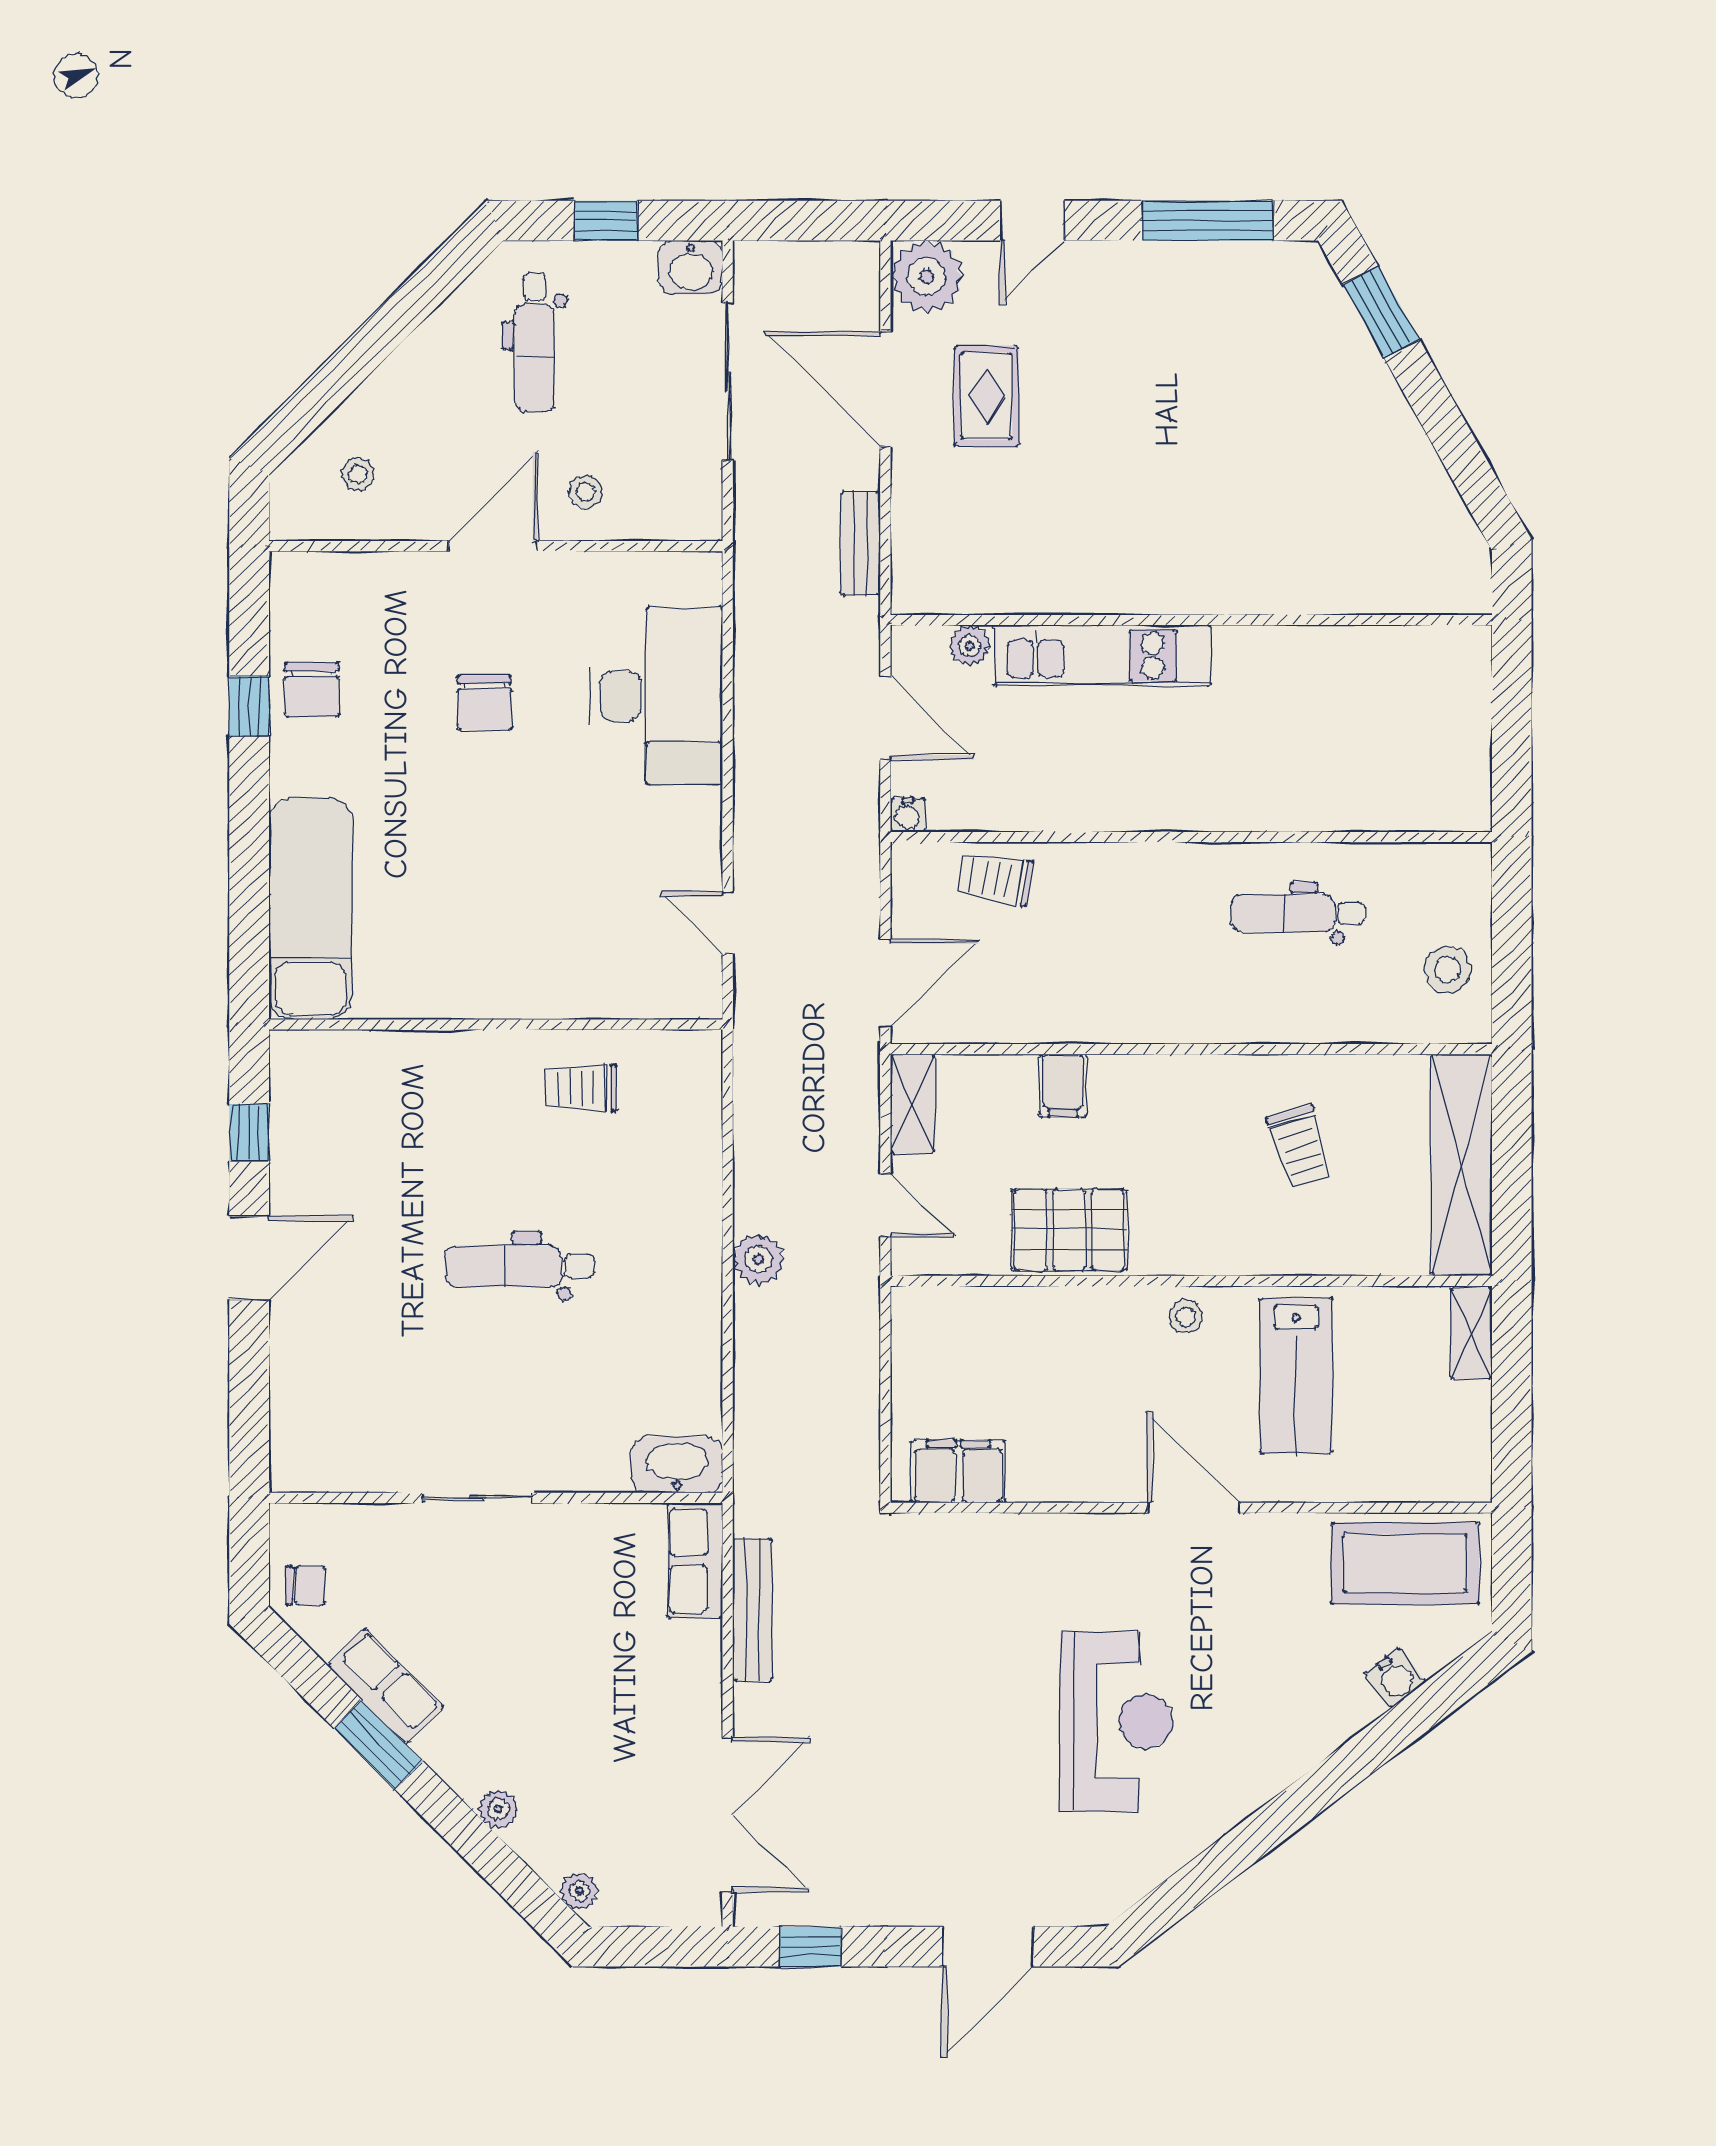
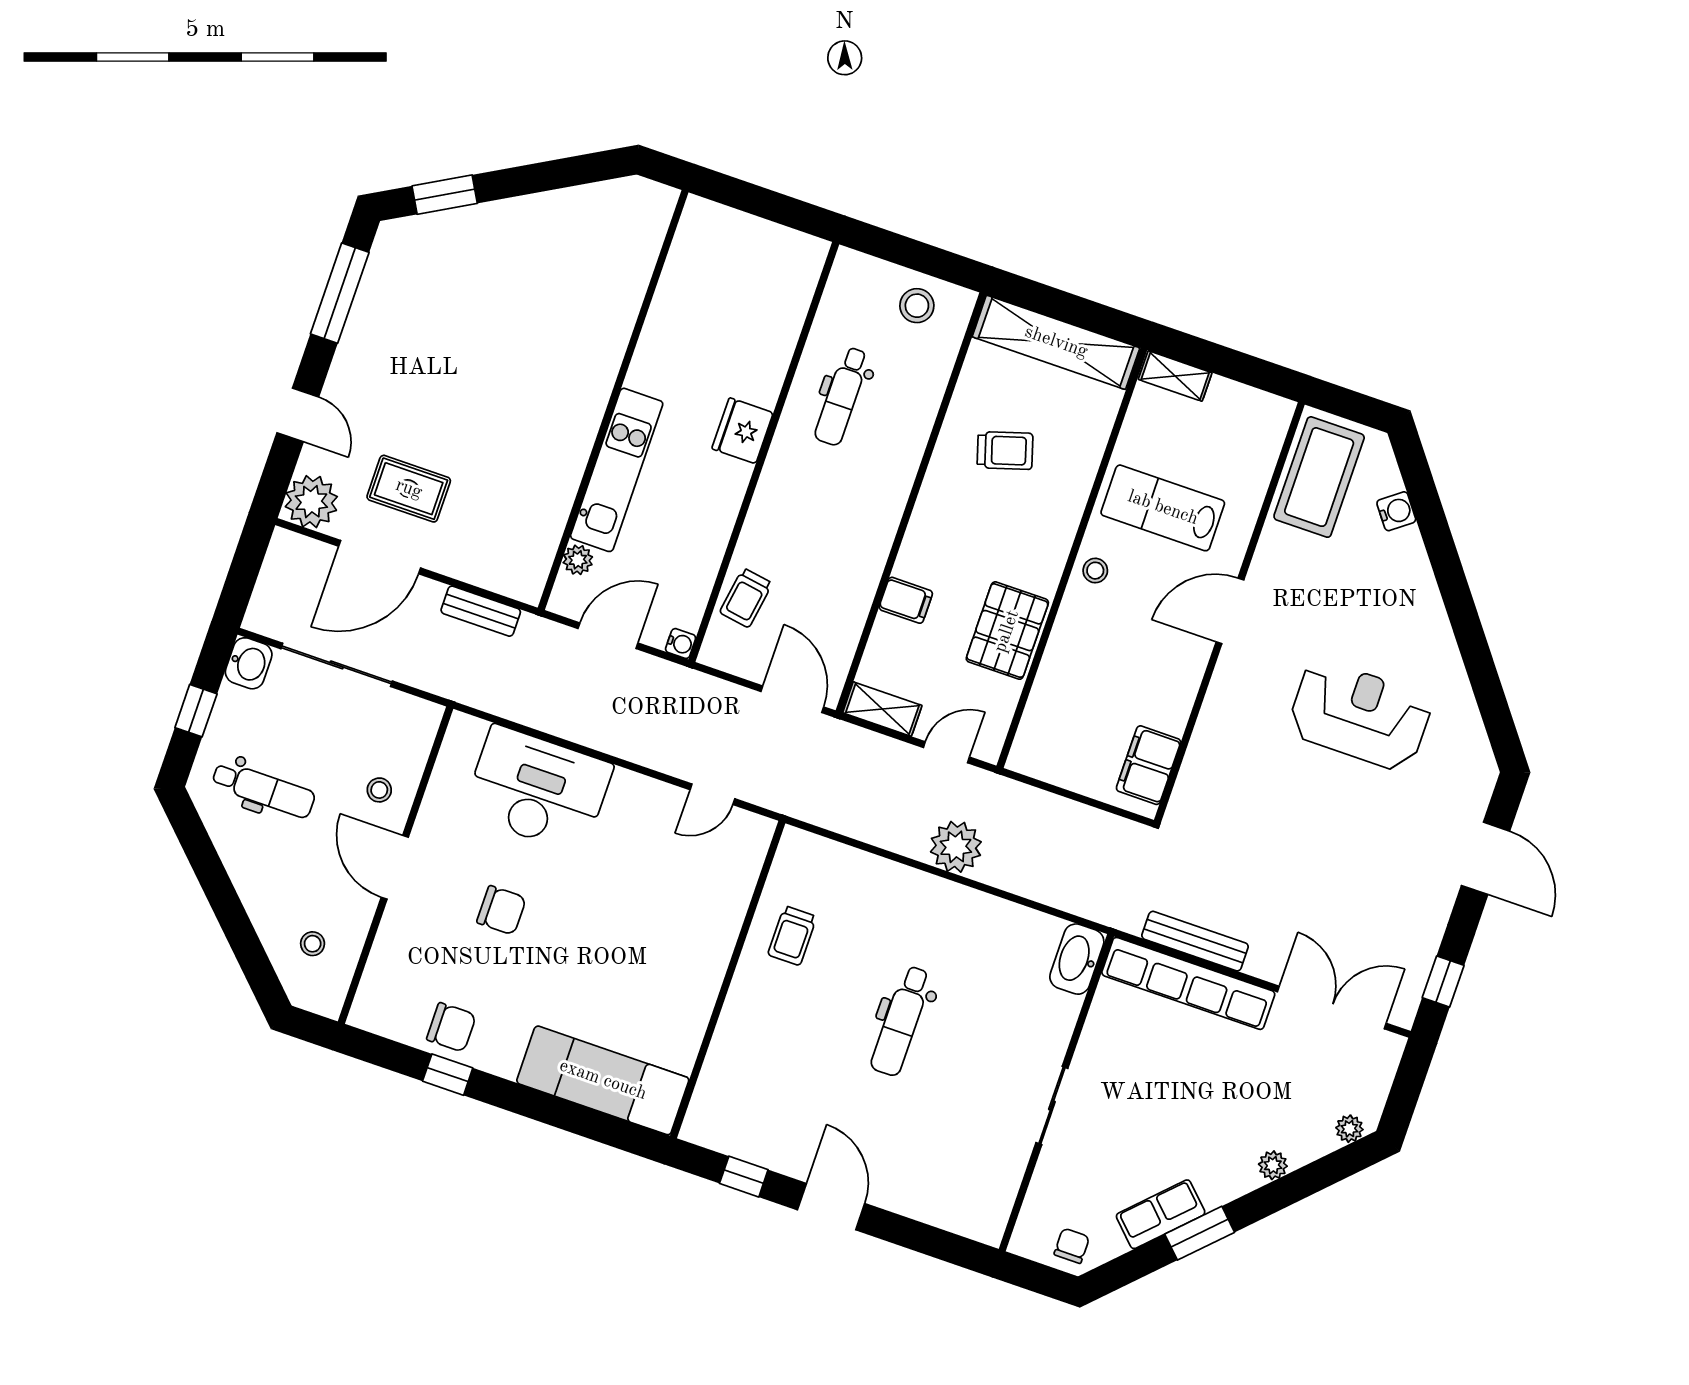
fridge: (1209, 800) -> (742, 431), added
plant: (758, 1260) -> (956, 847), width x1.36, depth x1.36
lab bench: (1296, 1376) -> (1163, 508), turned 180
row of seats: (695, 1561) -> (1188, 983), width x2.02

